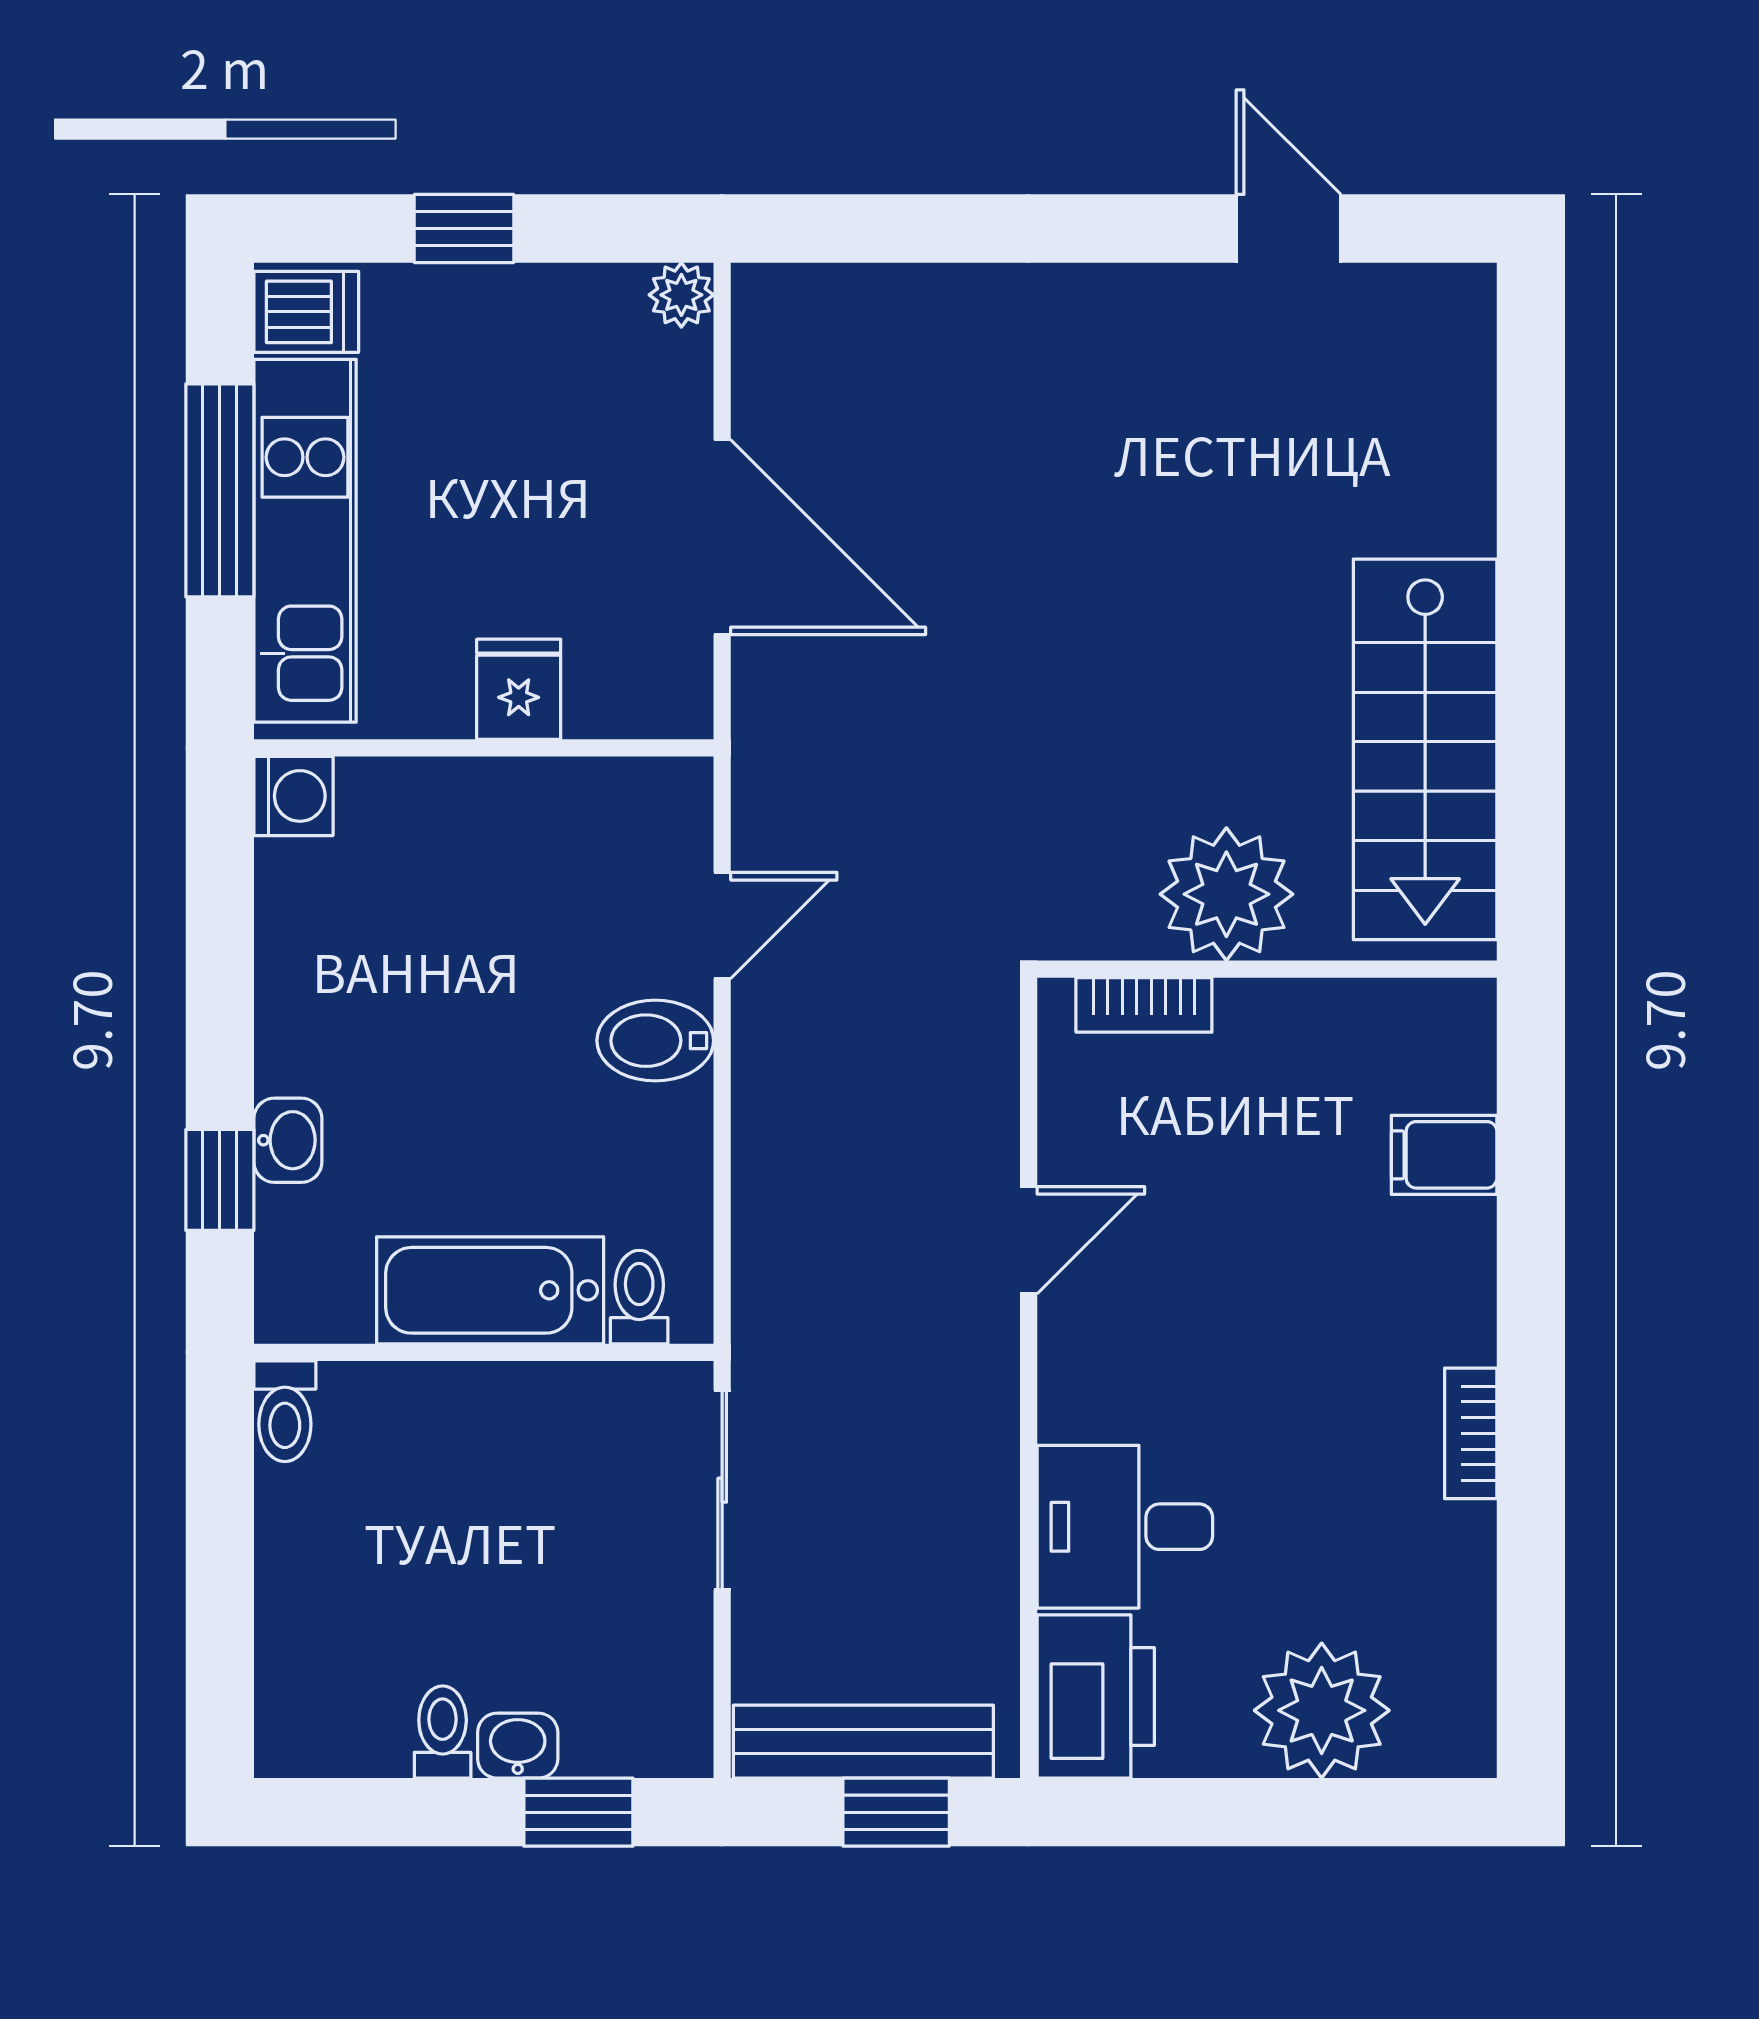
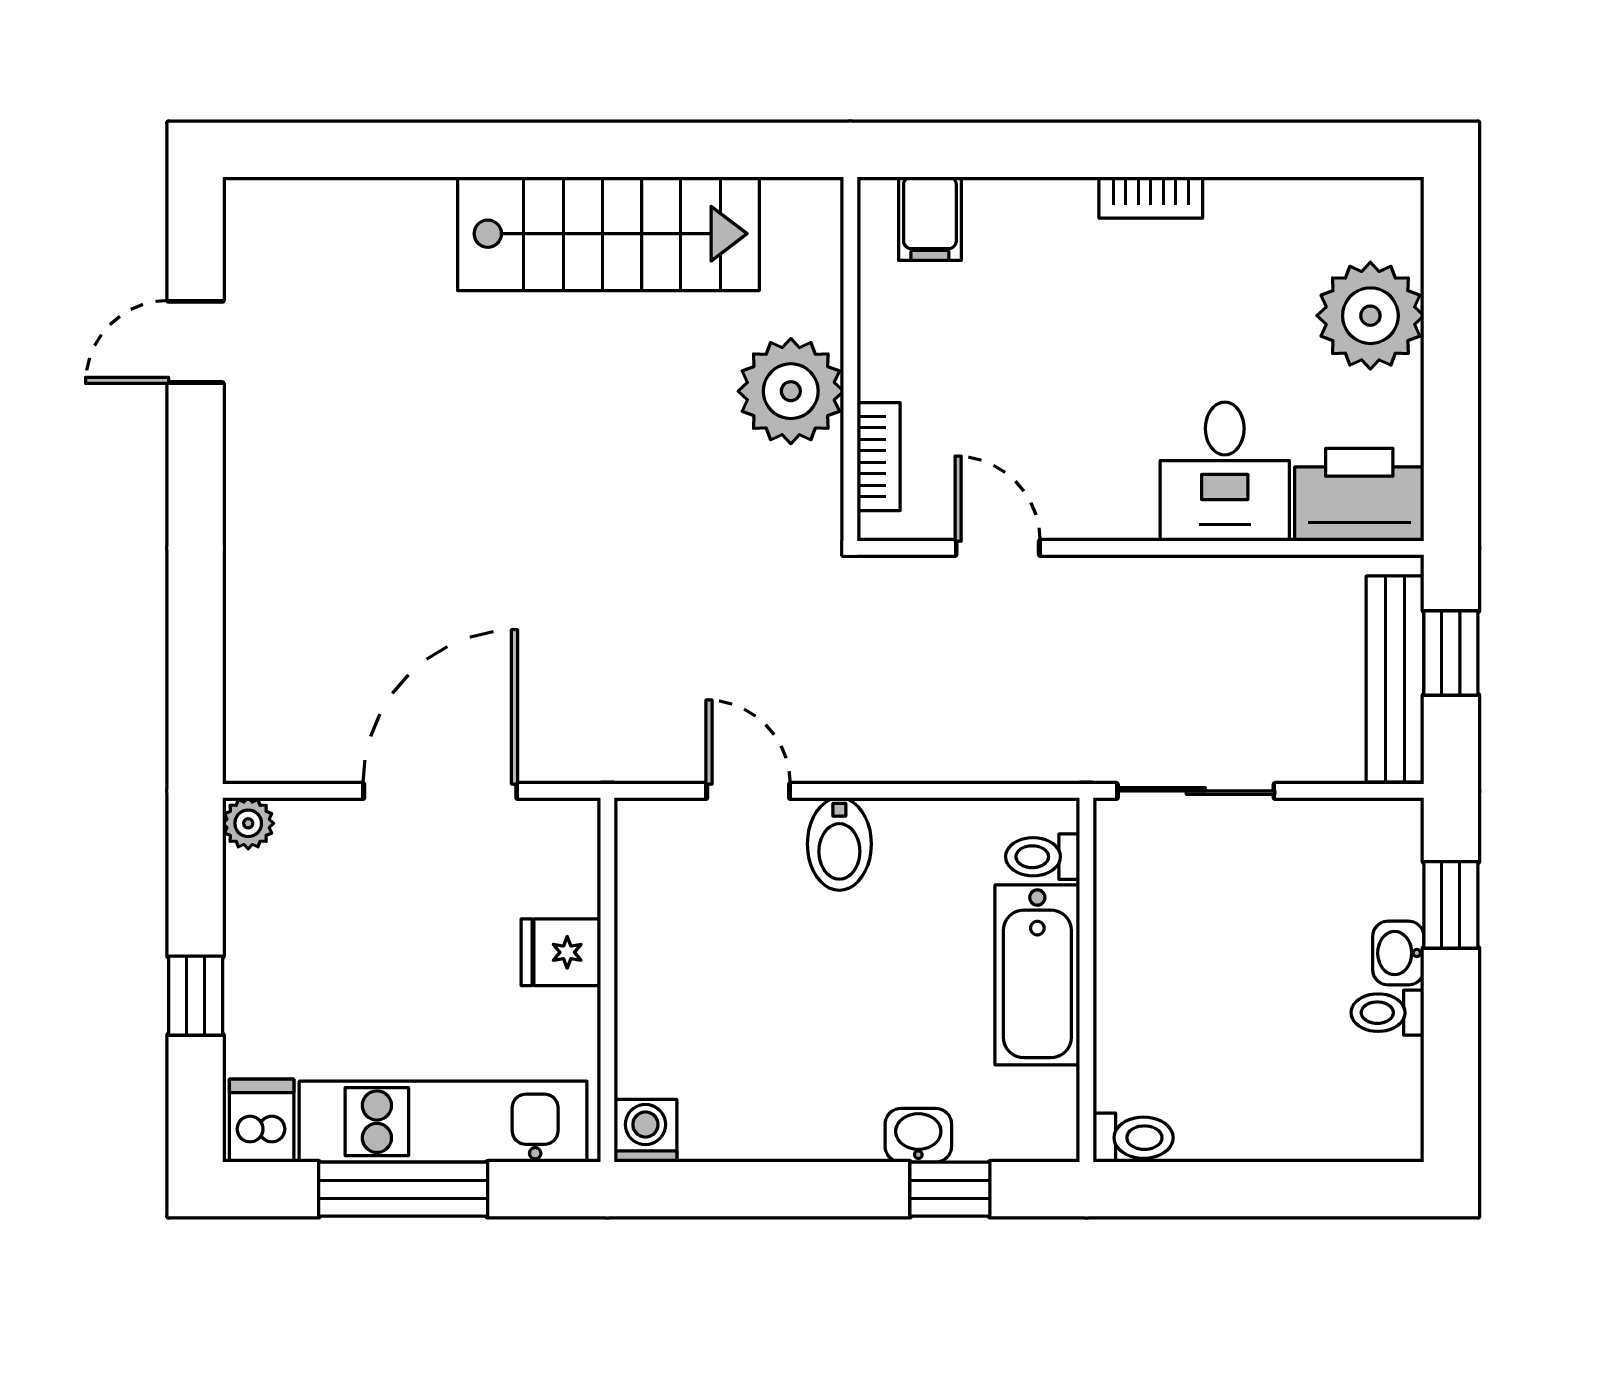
plant: (1226, 894) -> (791, 391), moved
wall: (1267, 969) -> (850, 359), moved
bookcase: (1144, 1005) -> (879, 457), moved

